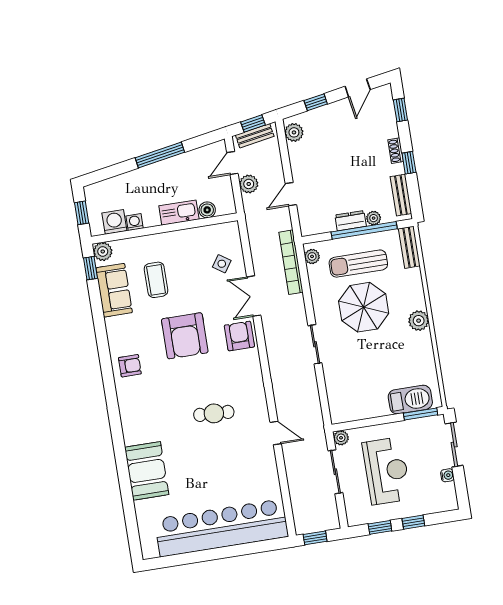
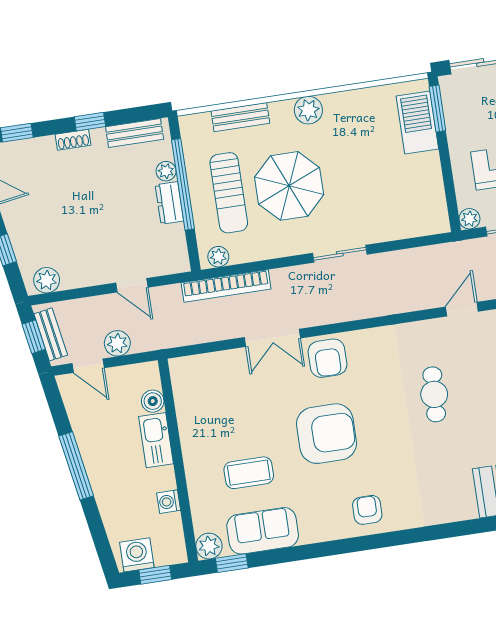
washing machine: (114, 222) -> (137, 555), moved, turned 90
bench: (409, 247) -> (240, 117), moved
side table: (222, 264) -> (227, 382), removed
armchair: (239, 336) -> (328, 358), turned -90

